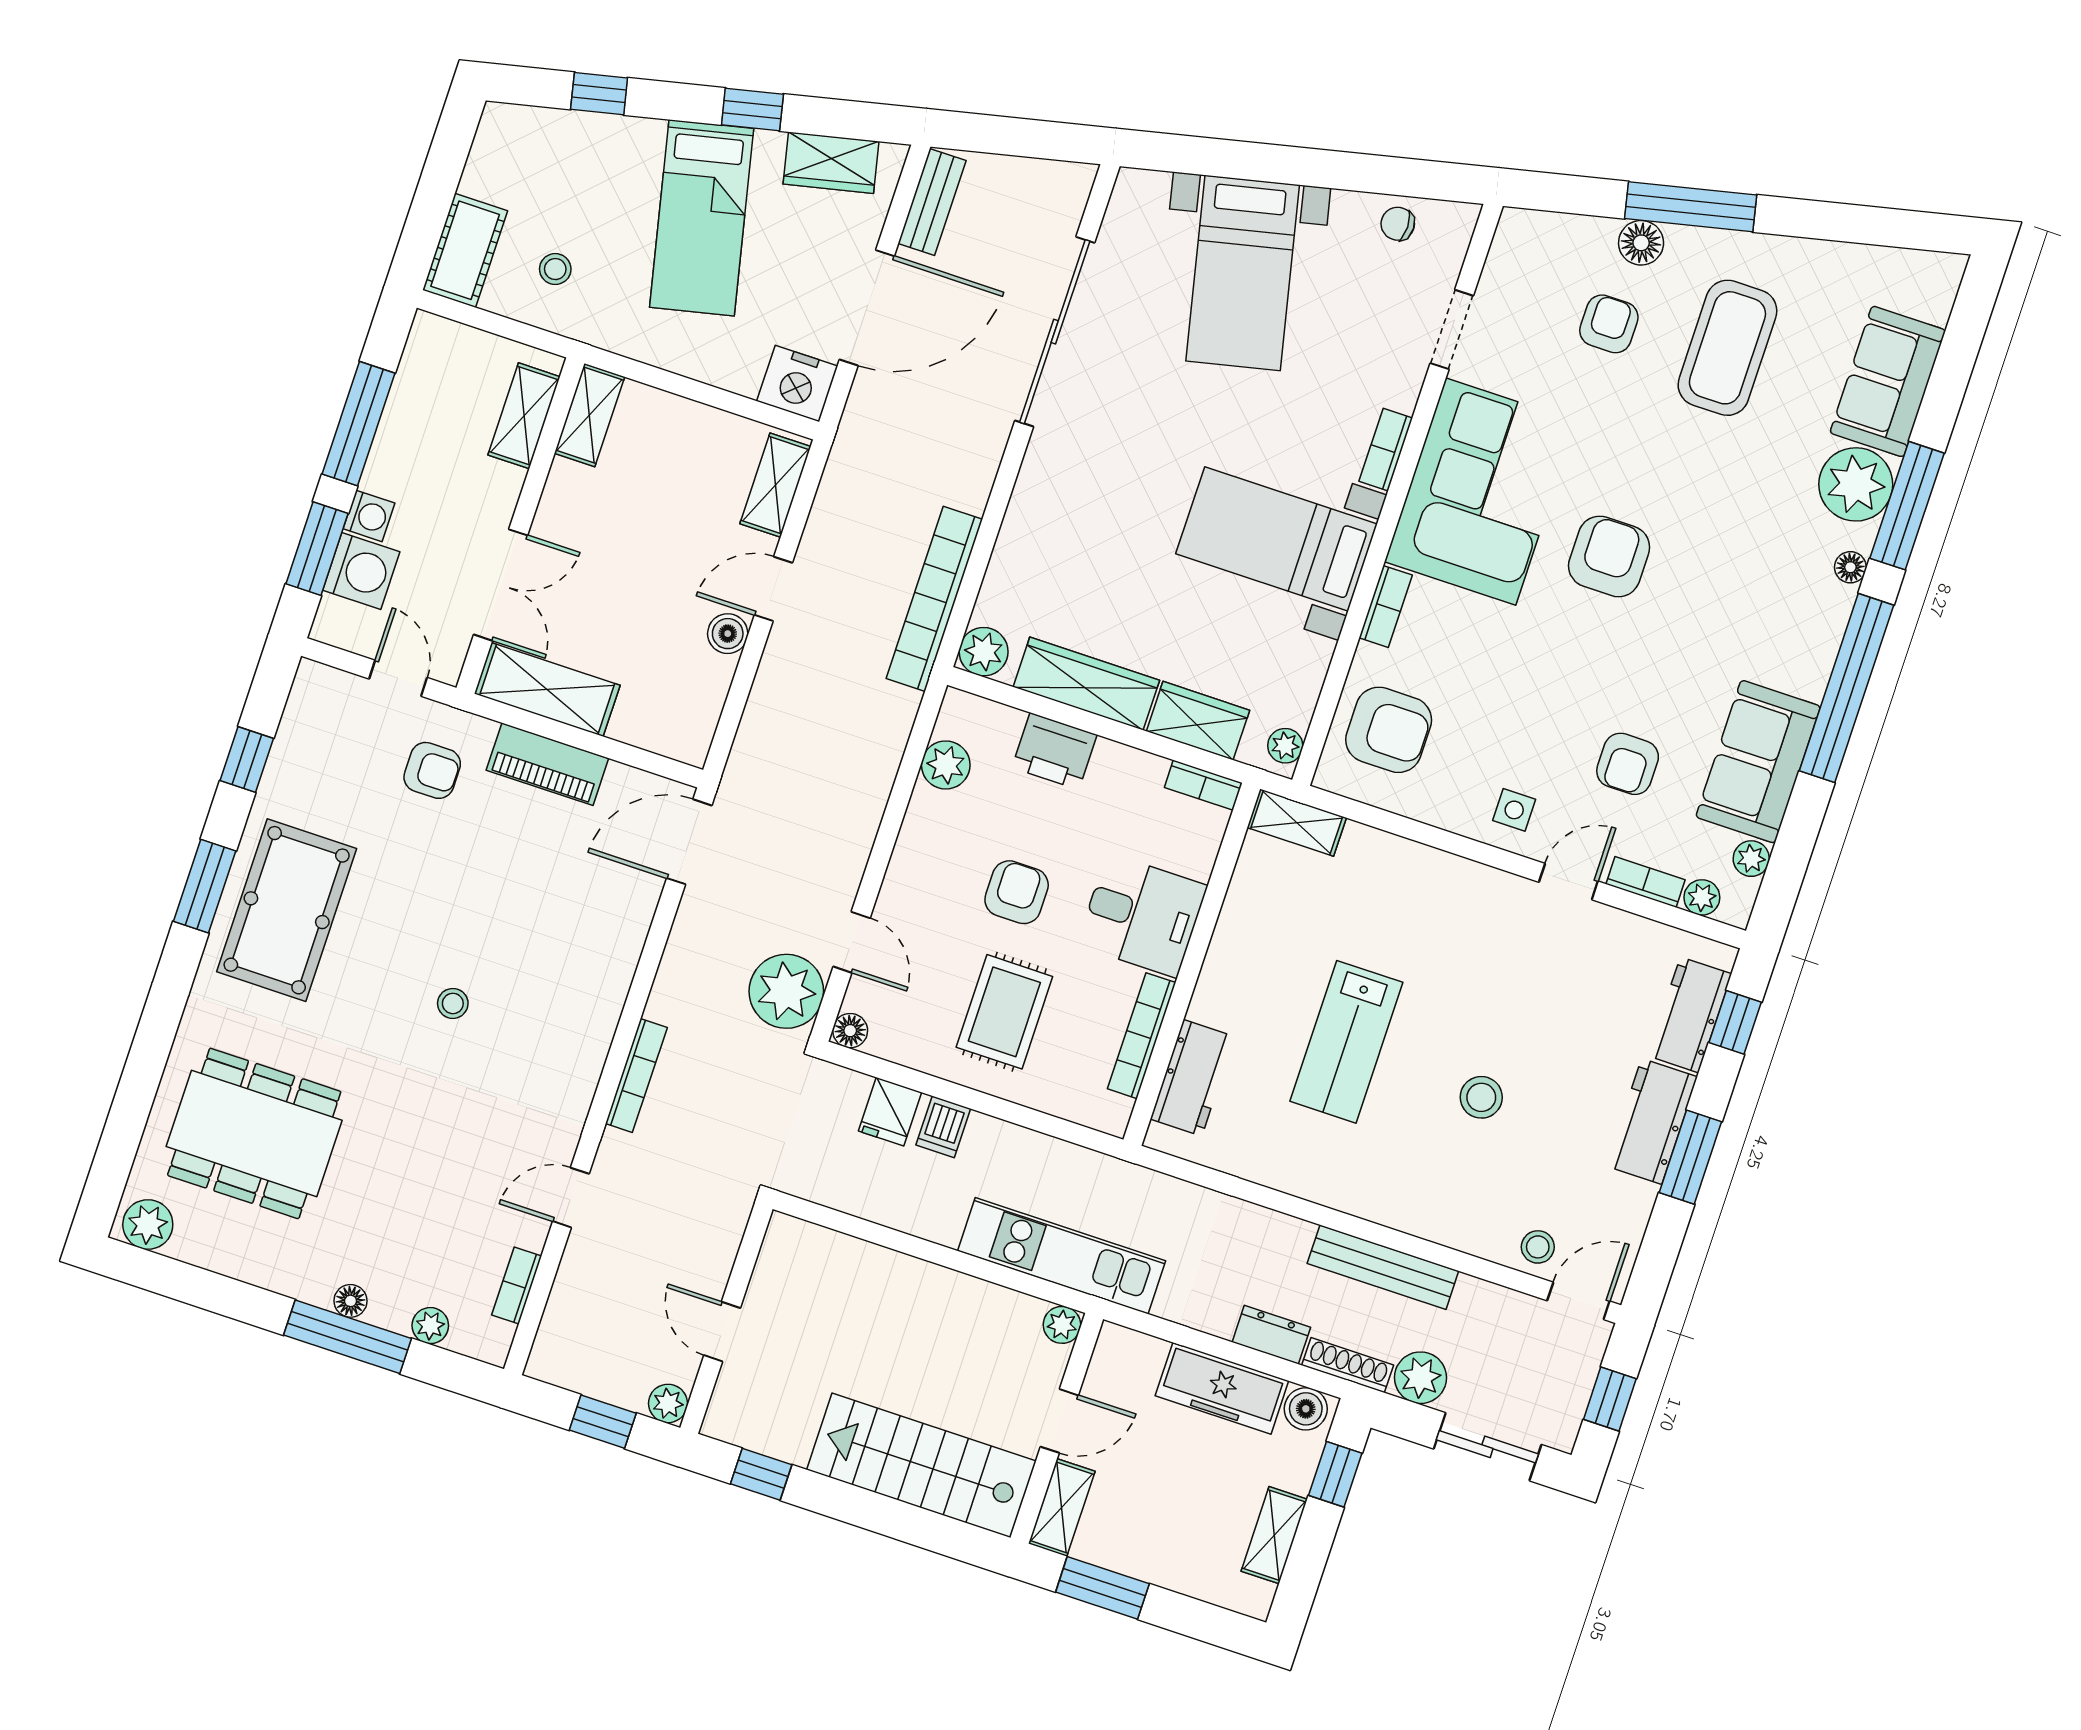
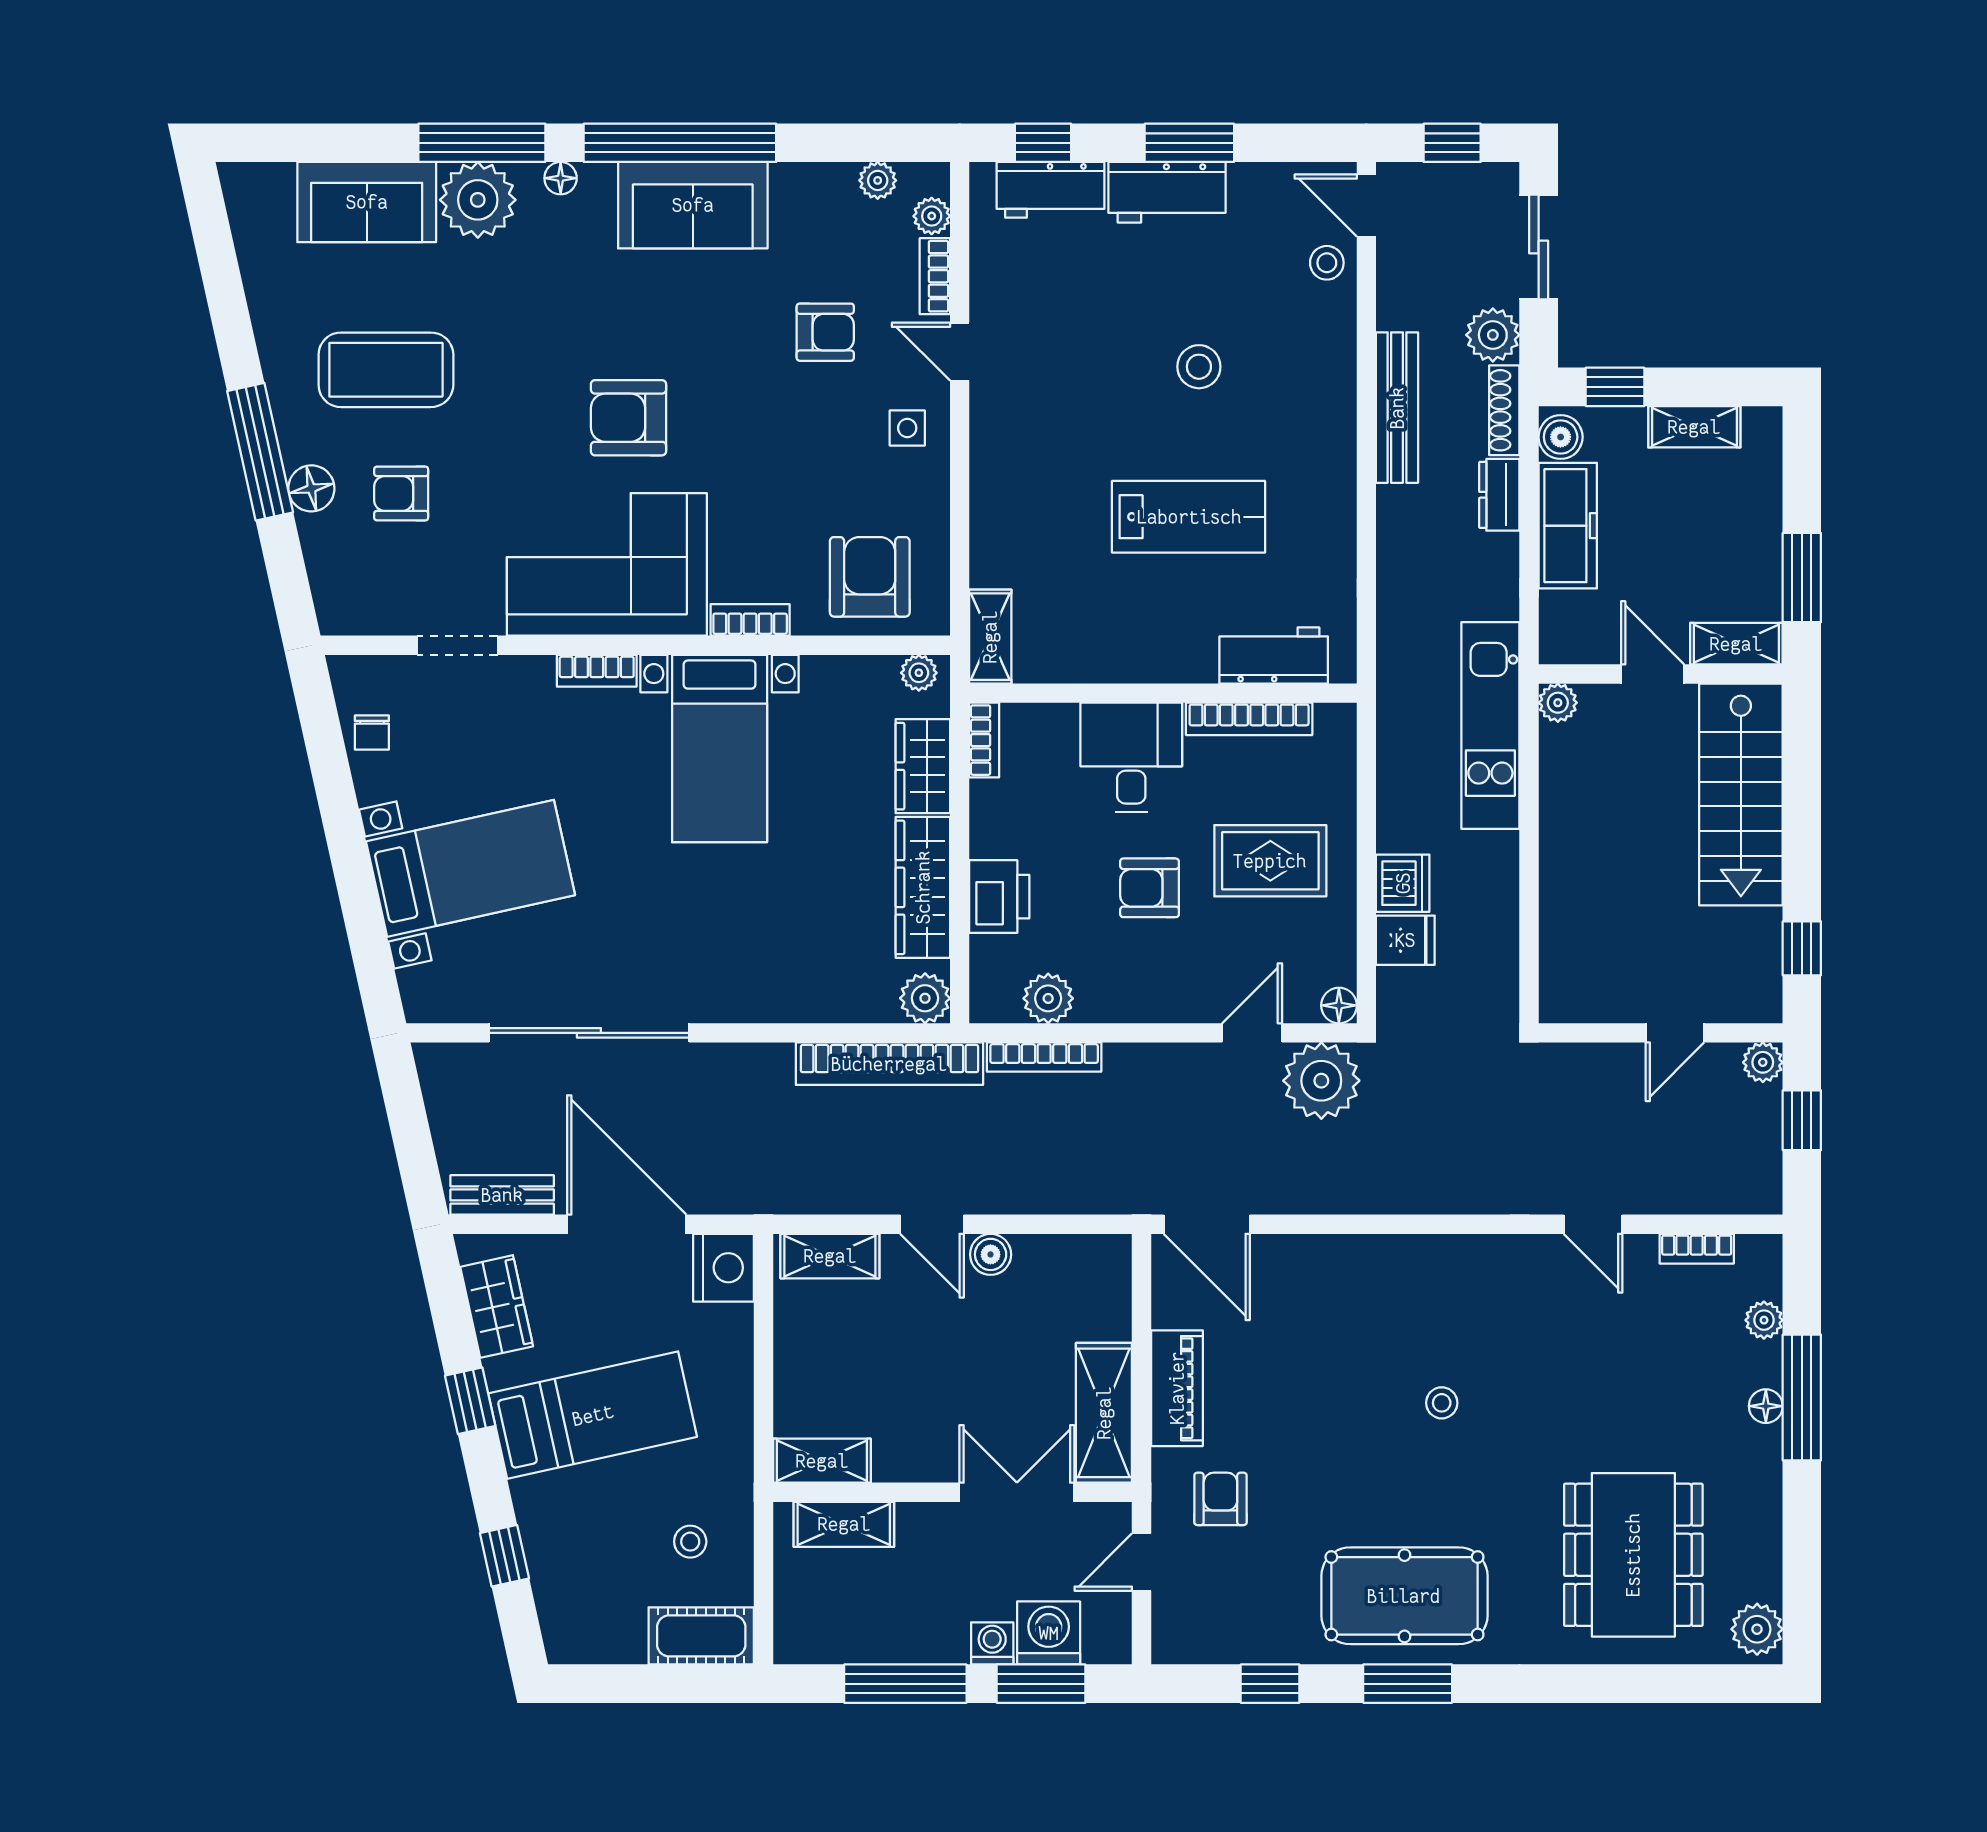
sofa: (1758, 762) -> (693, 205), moved
bookcase: (636, 1076) -> (1044, 1057), moved, turned 180
dishwasher: (943, 1127) -> (1403, 883), width x1.38

